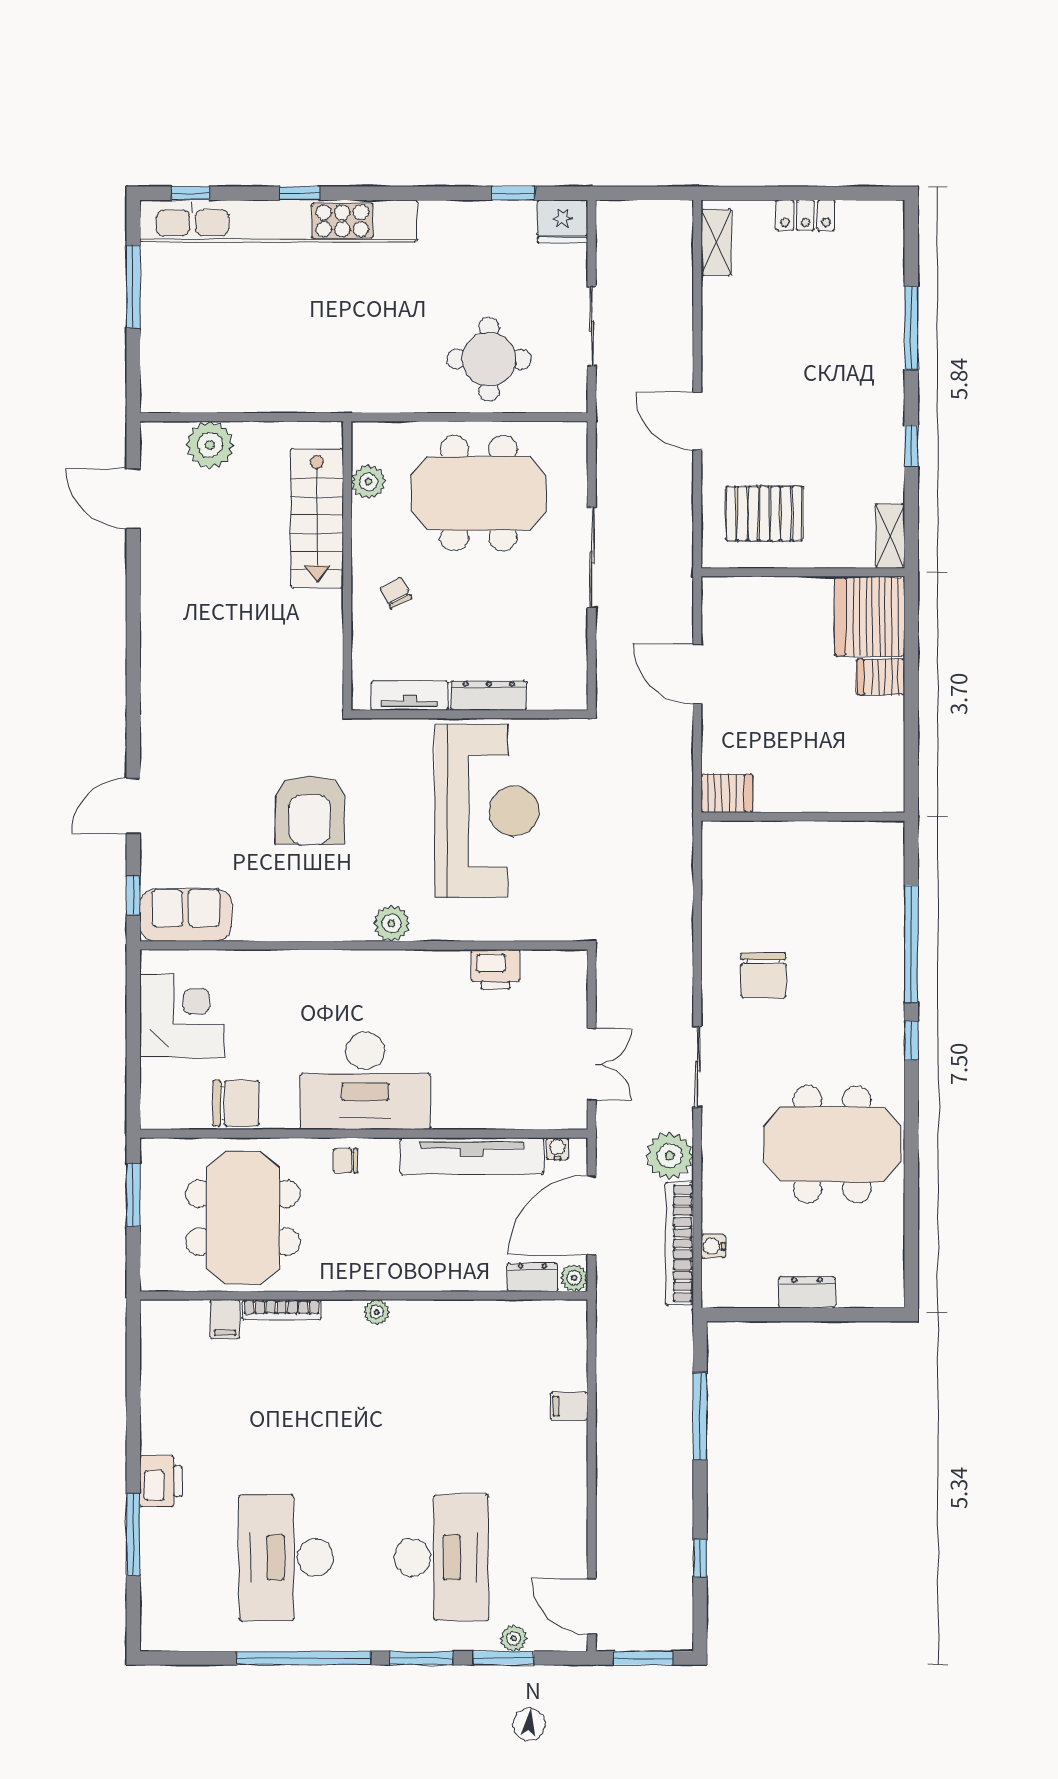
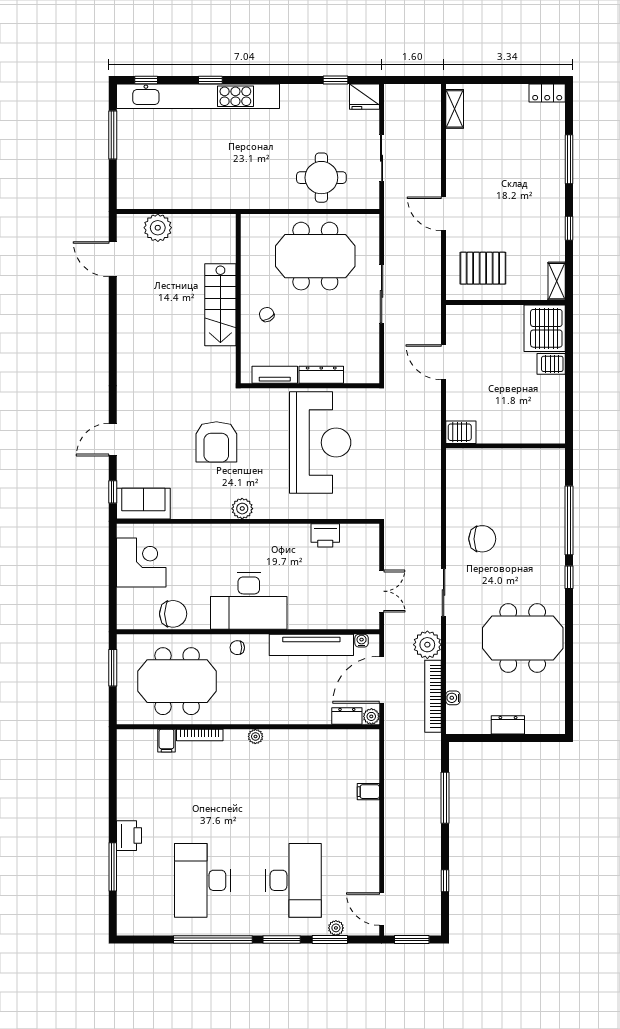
locker: (805, 215) -> (547, 93), moved
plant: (368, 482) -> (251, 249), removed
stairs: (317, 518) -> (220, 305), moved
plant: (392, 924) -> (242, 509), moved
chair: (763, 975) -> (482, 539), turned -90
meeting table: (243, 1218) -> (177, 681), turned 90

